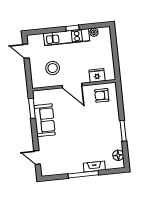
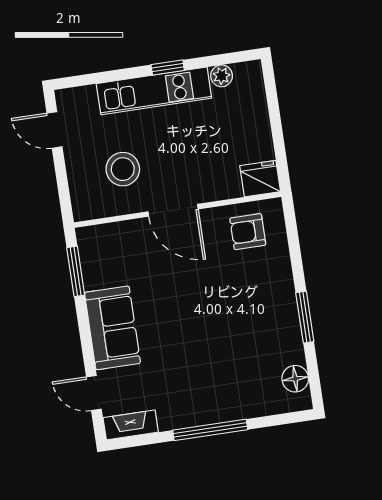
fridge: (97, 75) -> (260, 179), moved
sofa: (44, 120) -> (112, 328), moved
fireplace: (94, 166) -> (131, 425), moved

